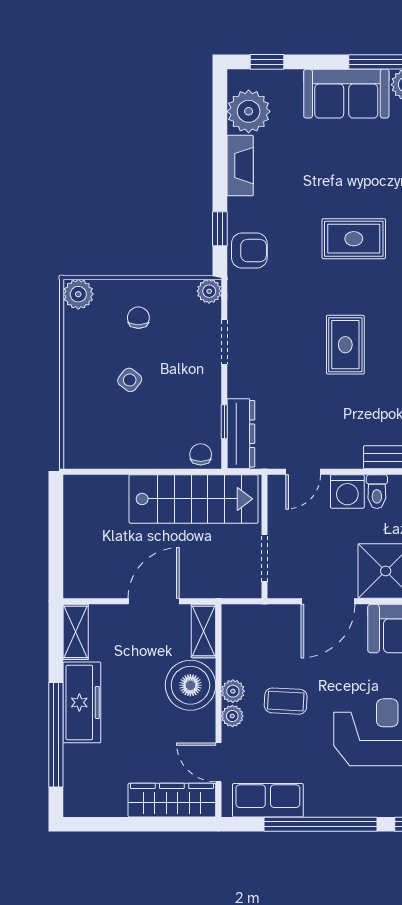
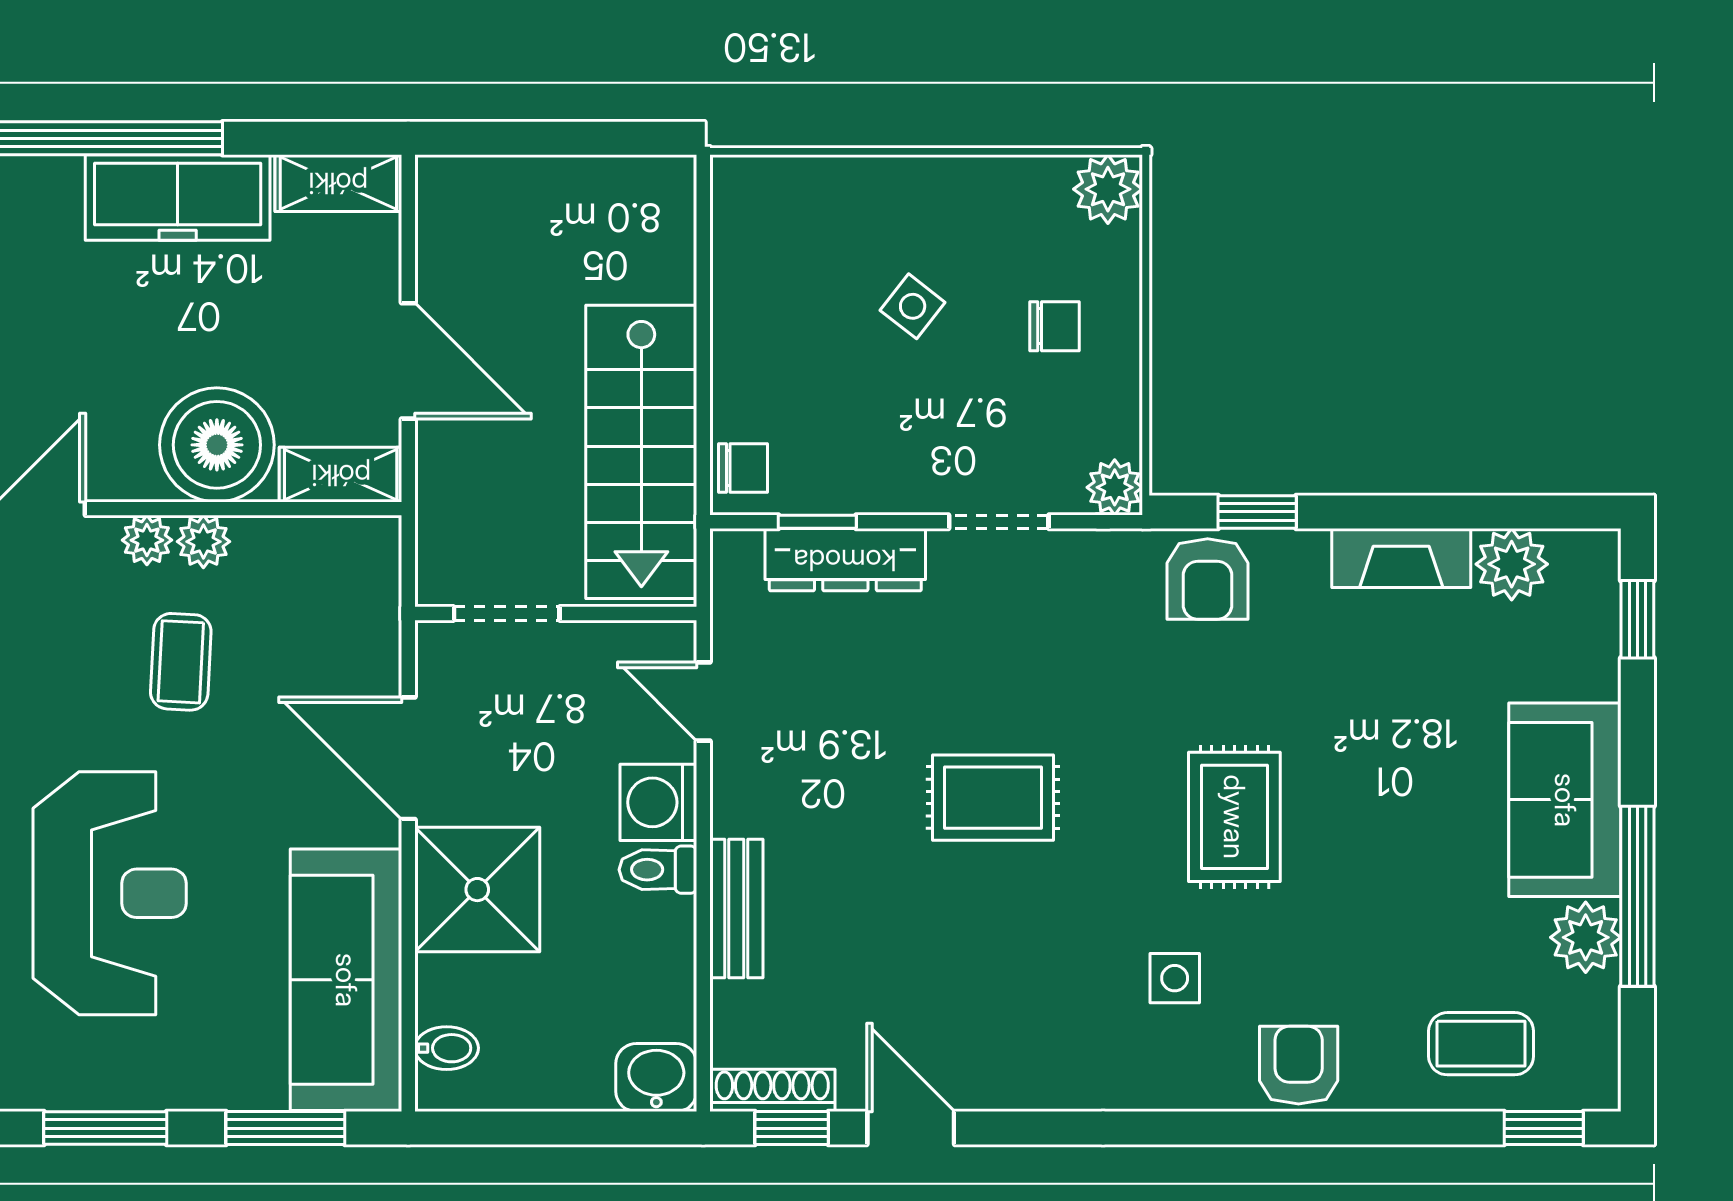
plant: (249, 111) -> (1512, 564), width x0.73, depth x0.73
dresser: (241, 434) -> (845, 560), moved

